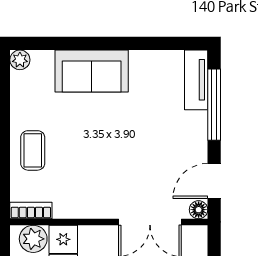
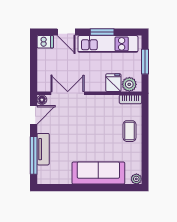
sofa: (92, 71) -> (98, 173), width x1.36
tv unit: (196, 80) -> (43, 149), moved

